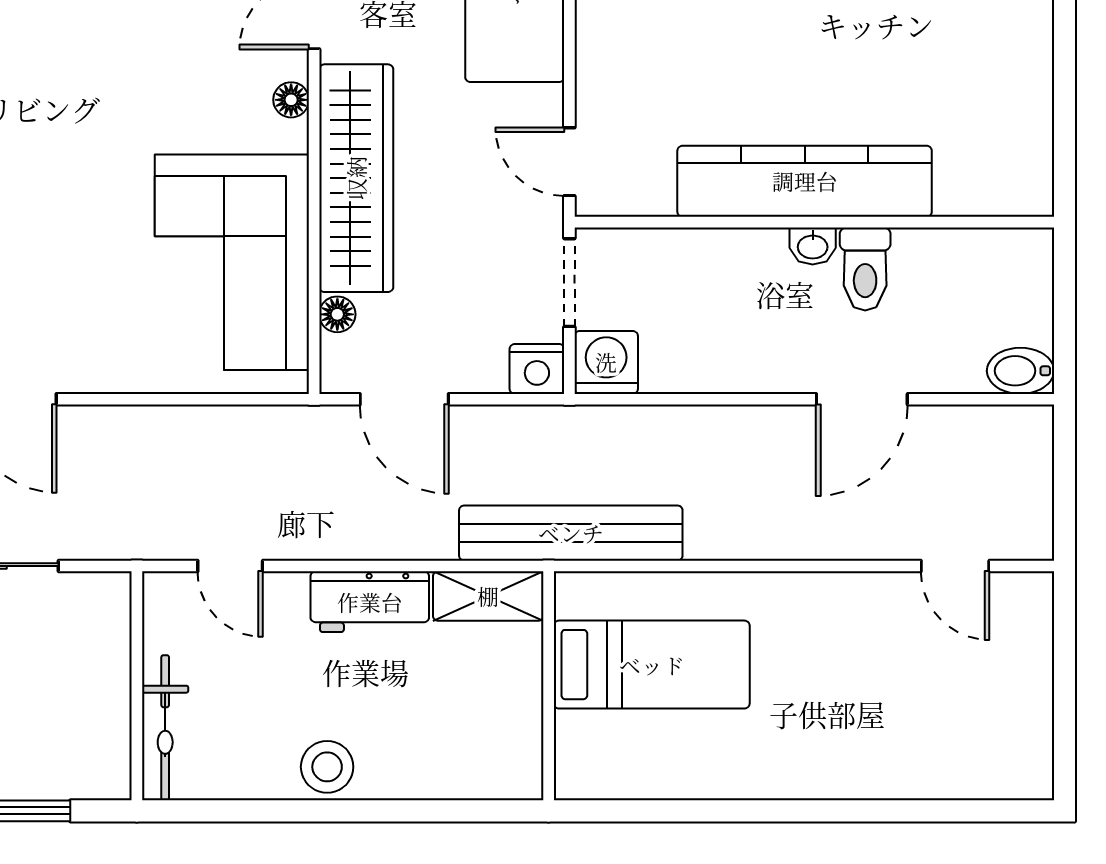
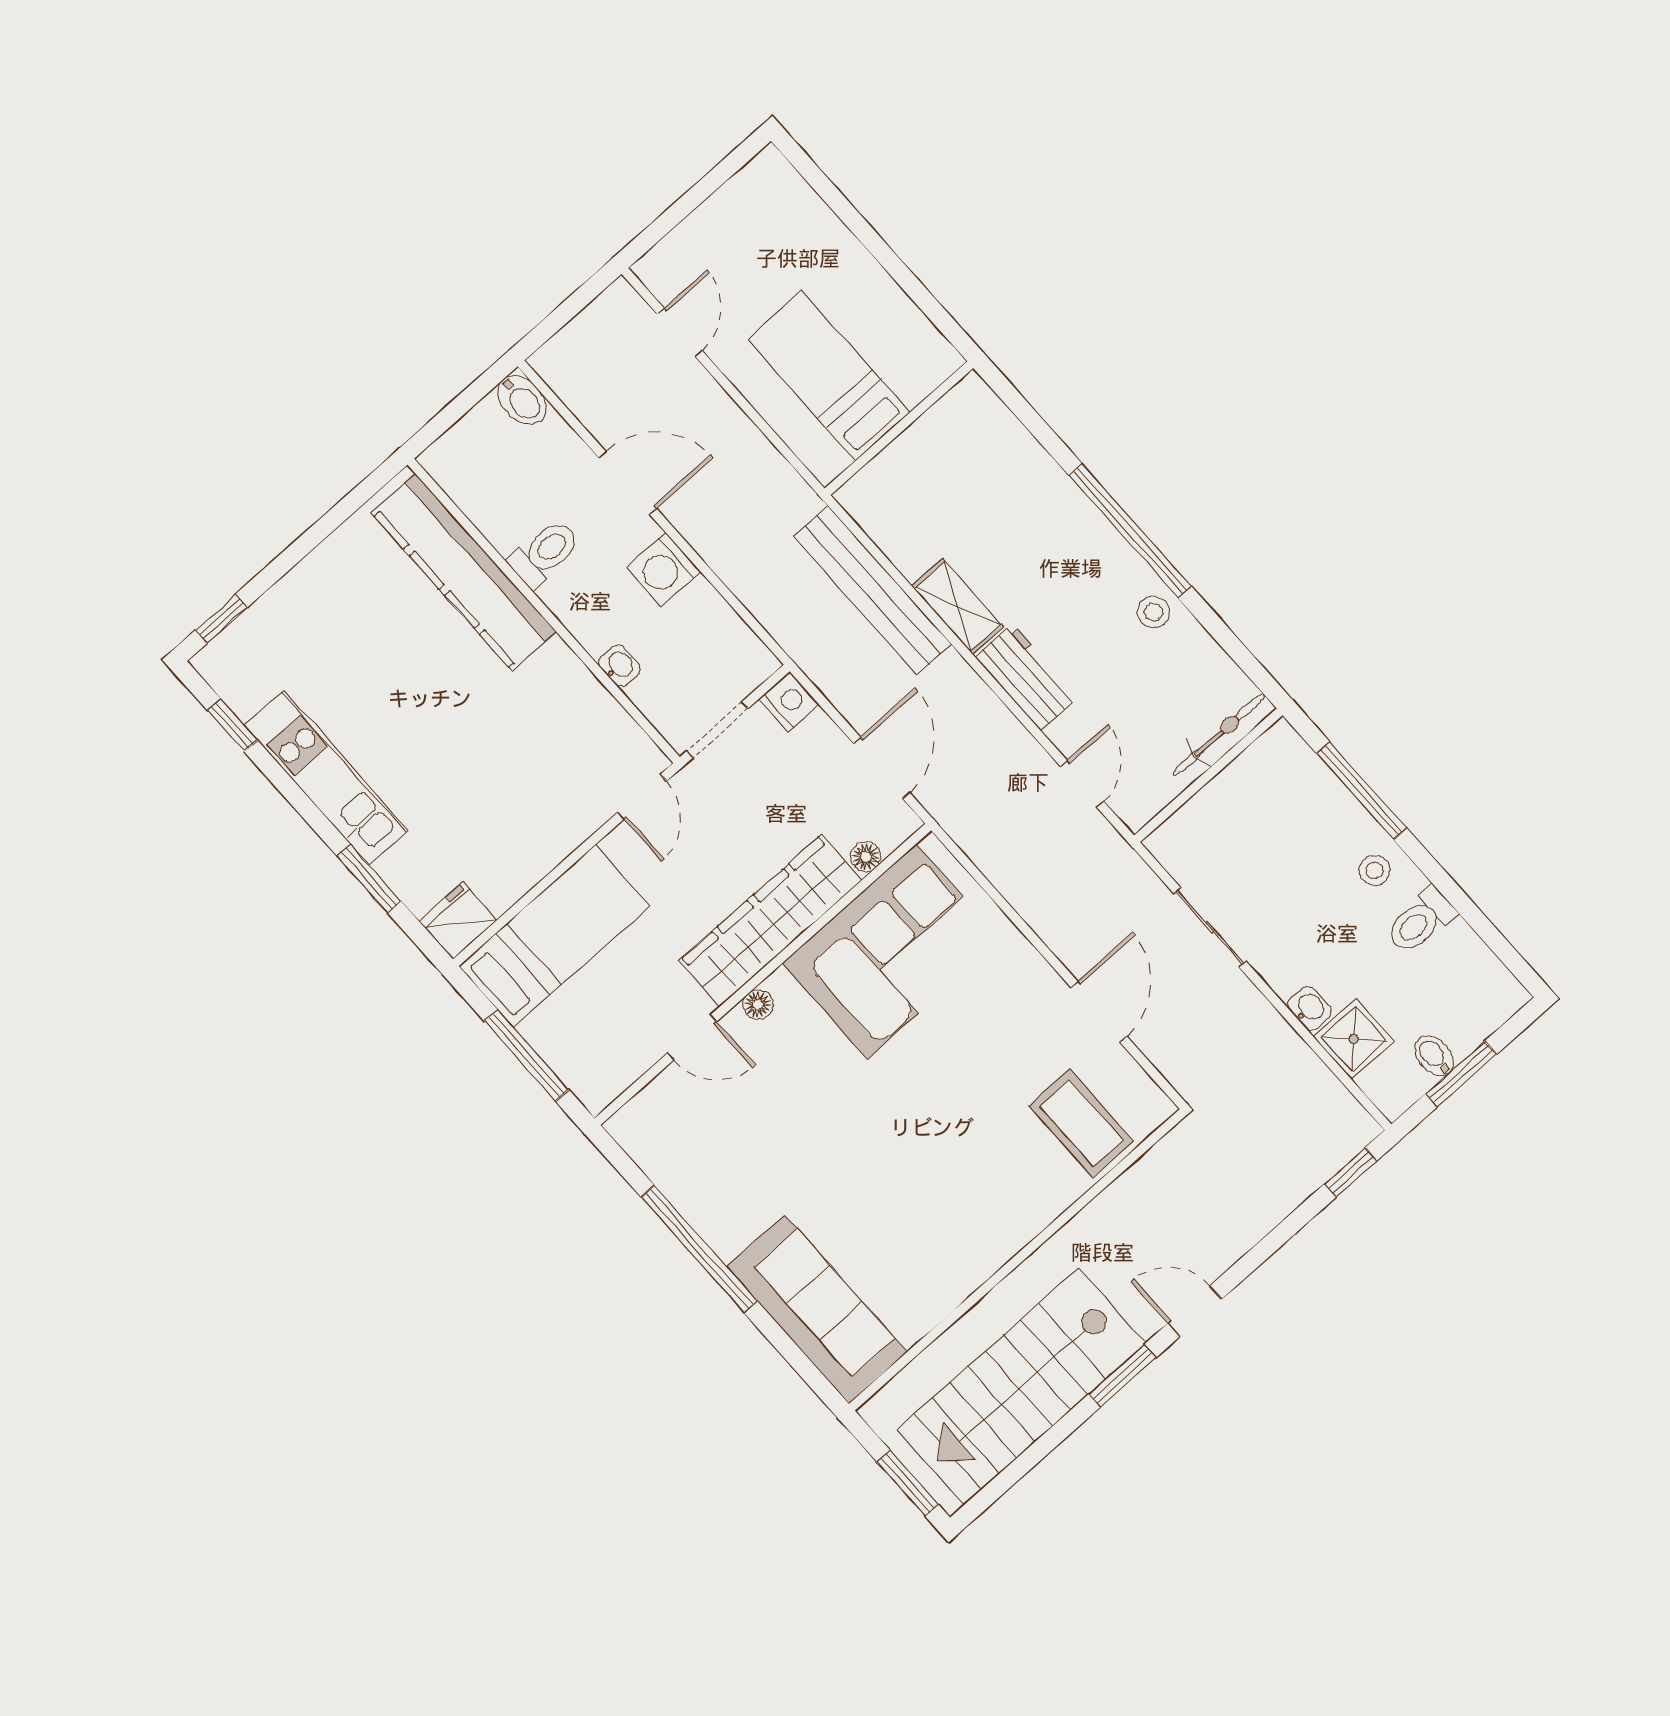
kitchen counter: (805, 181) -> (464, 572), moved
washbasin: (813, 246) -> (619, 666), moved
washing machine: (606, 362) -> (664, 569), moved
bed: (652, 665) -> (829, 376), moved
wall: (549, 686) -> (899, 428), moved
stool: (327, 767) -> (1153, 612), width x0.73, depth x0.73
window: (418, 811) -> (1130, 531), added

